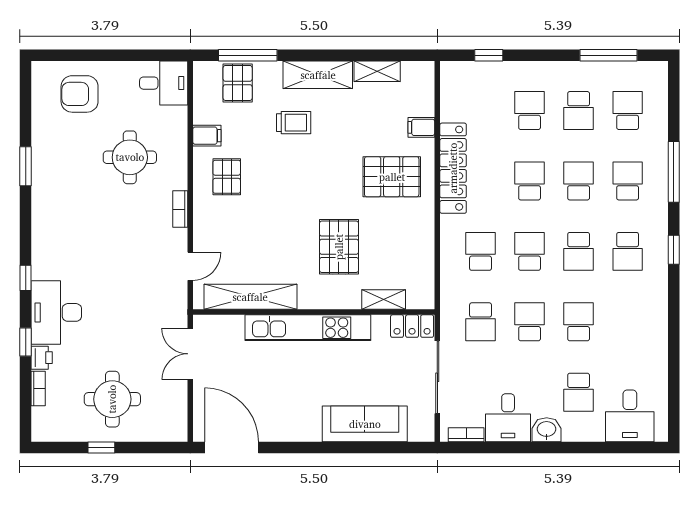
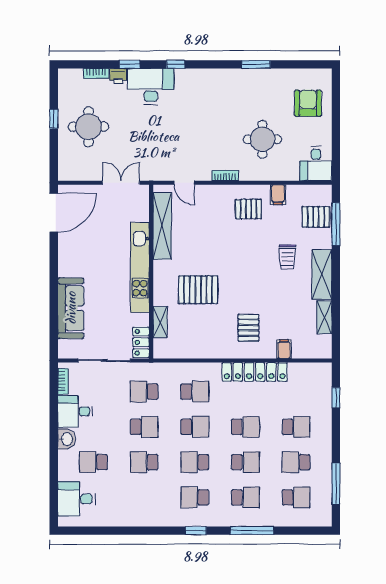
pallet: (392, 177) -> (248, 328), width x0.67, depth x0.71
school desk: (579, 322) -> (144, 462), turned 180

